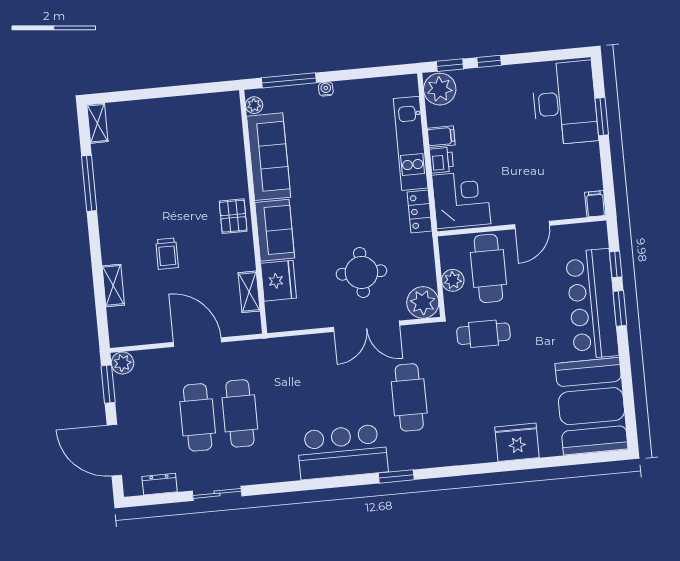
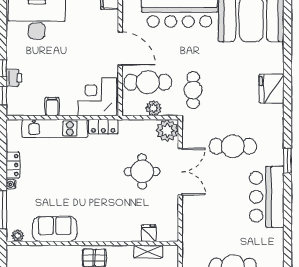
locker: (353, 89) -> (13, 165), added
plant: (440, 89) -> (19, 104), removed
sofa: (269, 157) -> (55, 229), width x0.73
printer: (441, 160) -> (14, 78), moved, turned 90
door: (532, 225) -> (120, 49), width x1.36
sofa: (275, 230) -> (107, 230), removed
fridge: (278, 281) -> (149, 233), width x0.53, depth x0.75
fridge: (517, 442) -> (272, 89), moved

